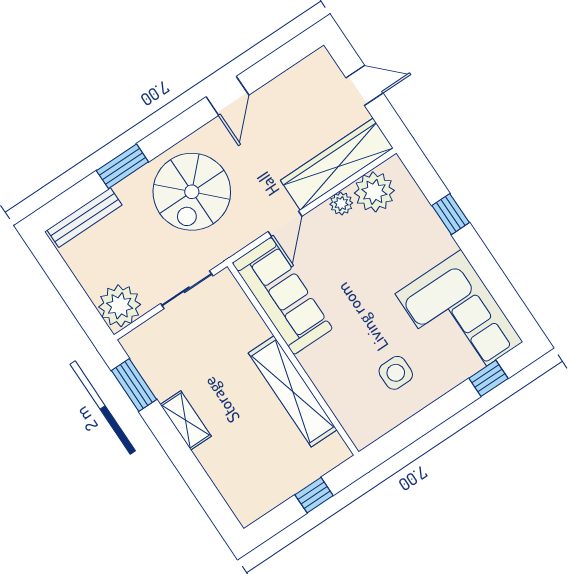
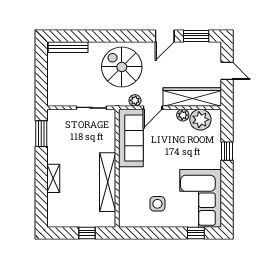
window: (122, 166) -> (196, 36), moved
spiral stairs: (192, 192) -> (122, 67), turned 90
plant: (120, 306) -> (135, 100), moved, width x0.53, depth x0.53
shelving: (186, 420) -> (53, 178), moved

